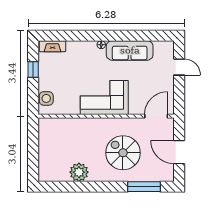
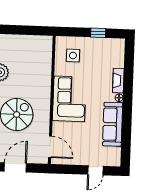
fireplace: (52, 46) -> (118, 81), moved
side table: (46, 98) -> (73, 55), moved

